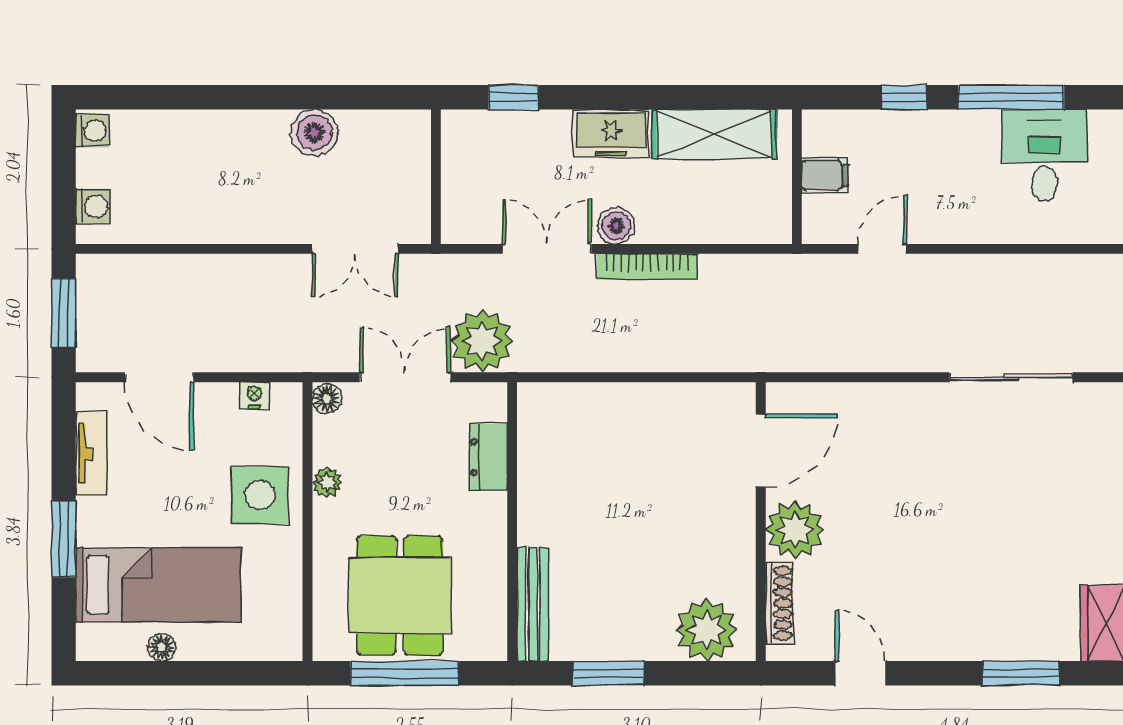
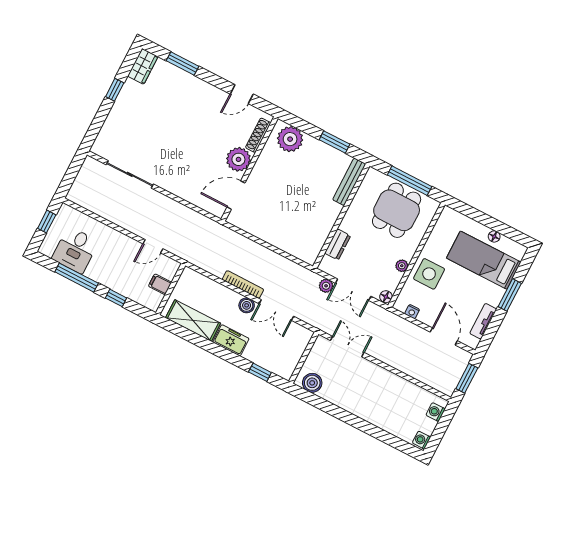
boiler: (314, 132) -> (312, 383), moved
plant: (482, 341) -> (326, 286), width x0.53, depth x0.53
door: (860, 673) -> (242, 94), hinge flipped

